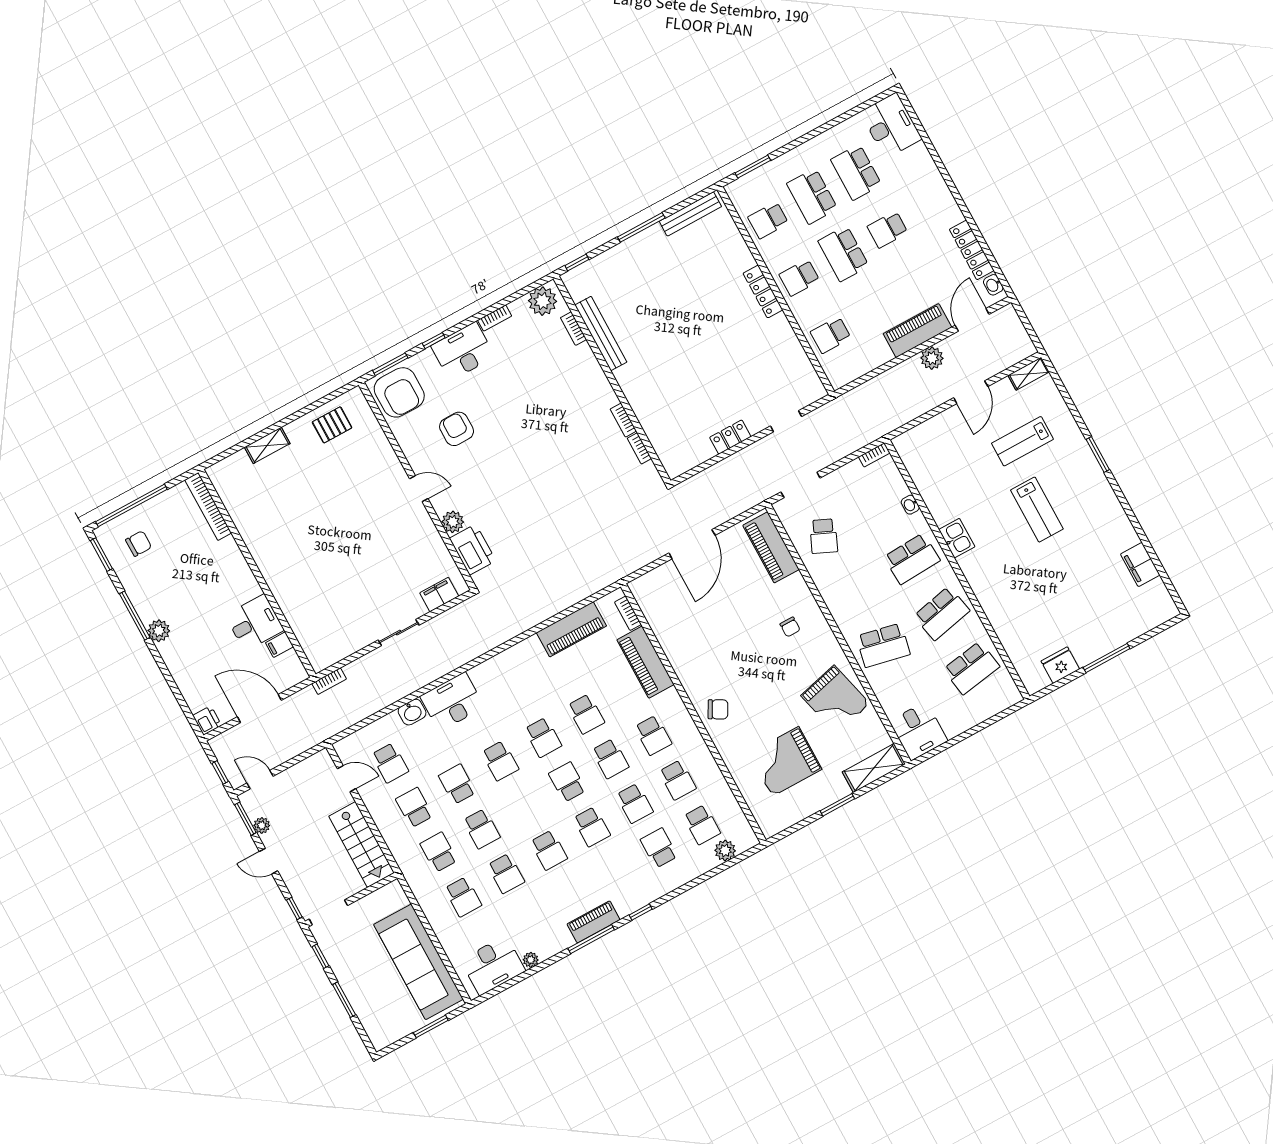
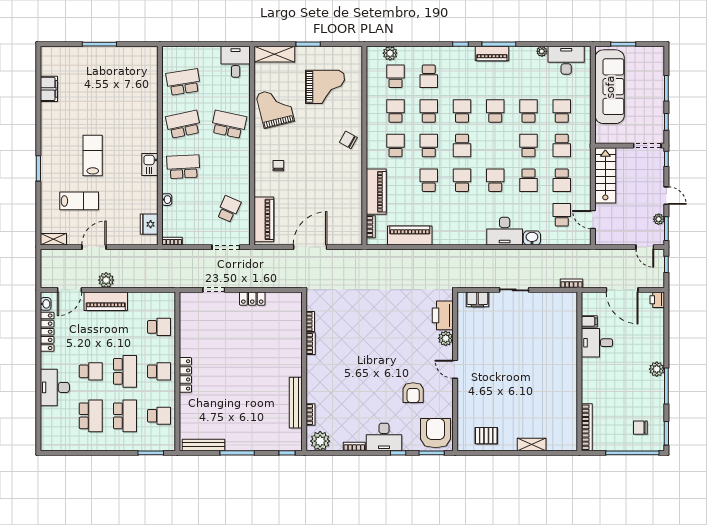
desk: (891, 125) -> (55, 387), moved
fridge: (1060, 665) -> (149, 224), moved, turned 90

